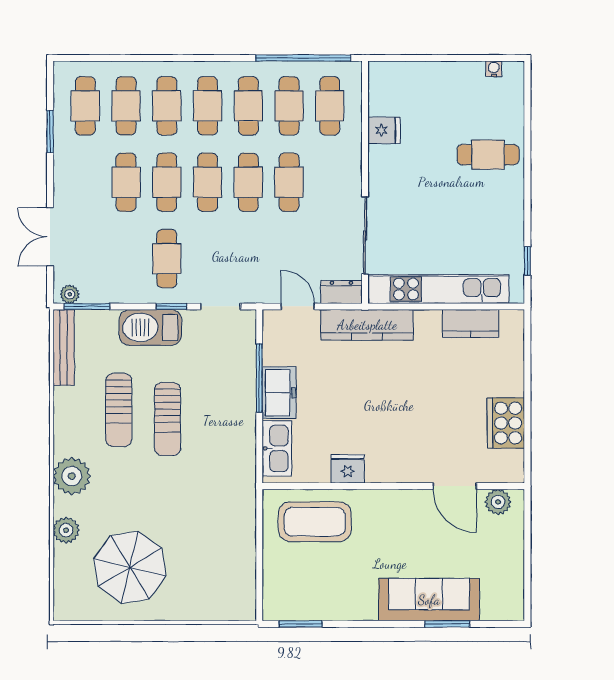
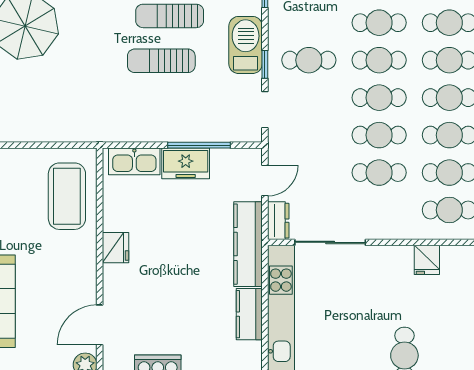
kitchen counter: (471, 323) -> (249, 314), moved
fridge: (348, 469) -> (115, 248), moved

